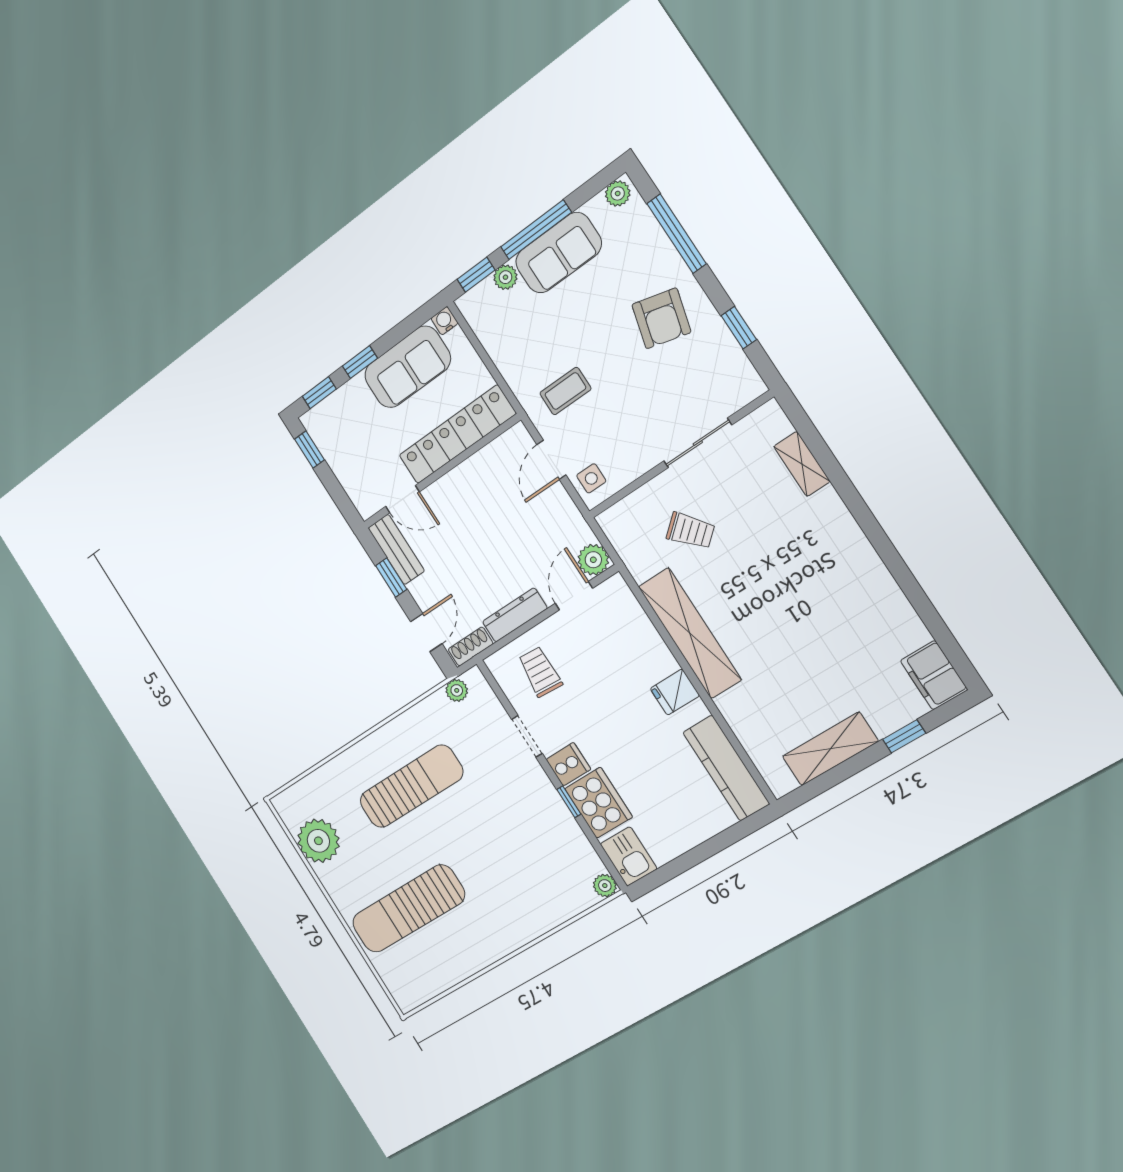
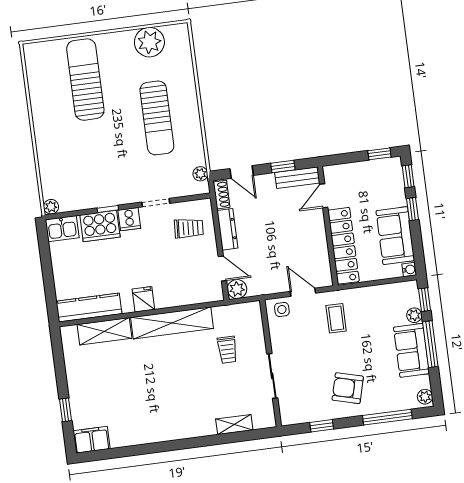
trolley: (690, 531) -> (227, 350), turned -49
shelving: (830, 749) -> (104, 331), moved, turned 90

